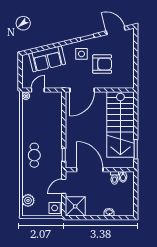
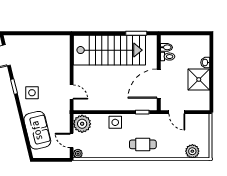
armchair: (102, 64) -> (43, 70), removed
door: (82, 90) -> (72, 92), width x0.53
plant: (53, 100) -> (82, 124), added
shower: (75, 206) -> (199, 79), moved
side table: (55, 208) -> (115, 122), moved

